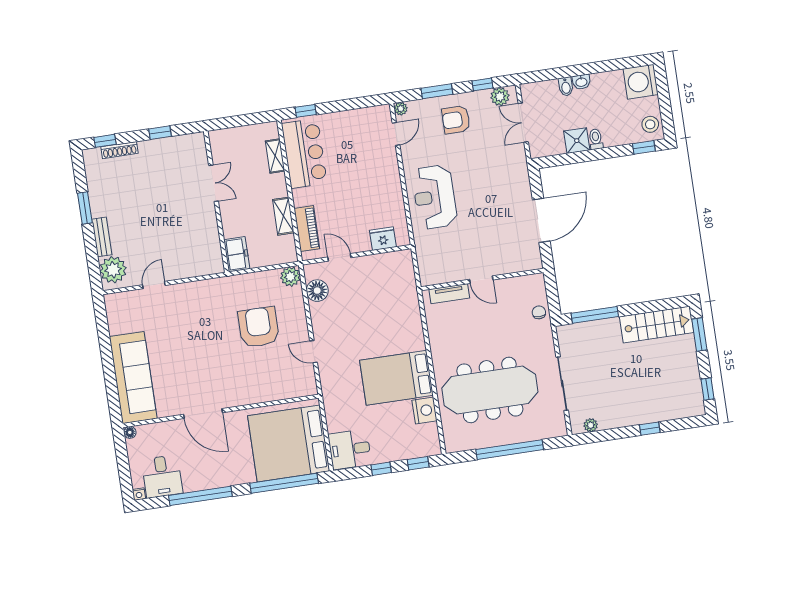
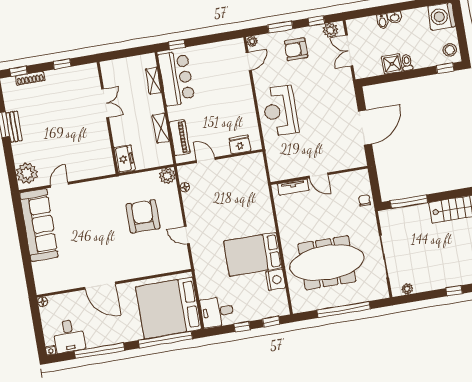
bench: (102, 237) -> (14, 127), moved
floor lamp: (317, 291) -> (185, 187), width x0.53, depth x0.53
sofa: (133, 378) -> (39, 225), moved

